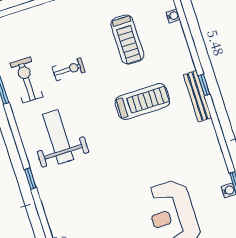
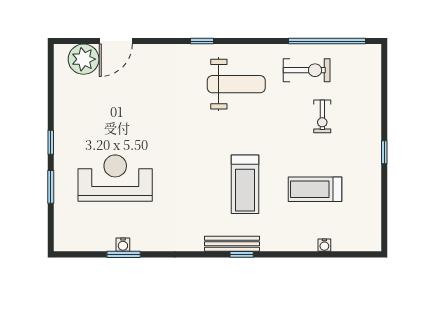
exercise bike: (69, 69) -> (322, 116), moved

